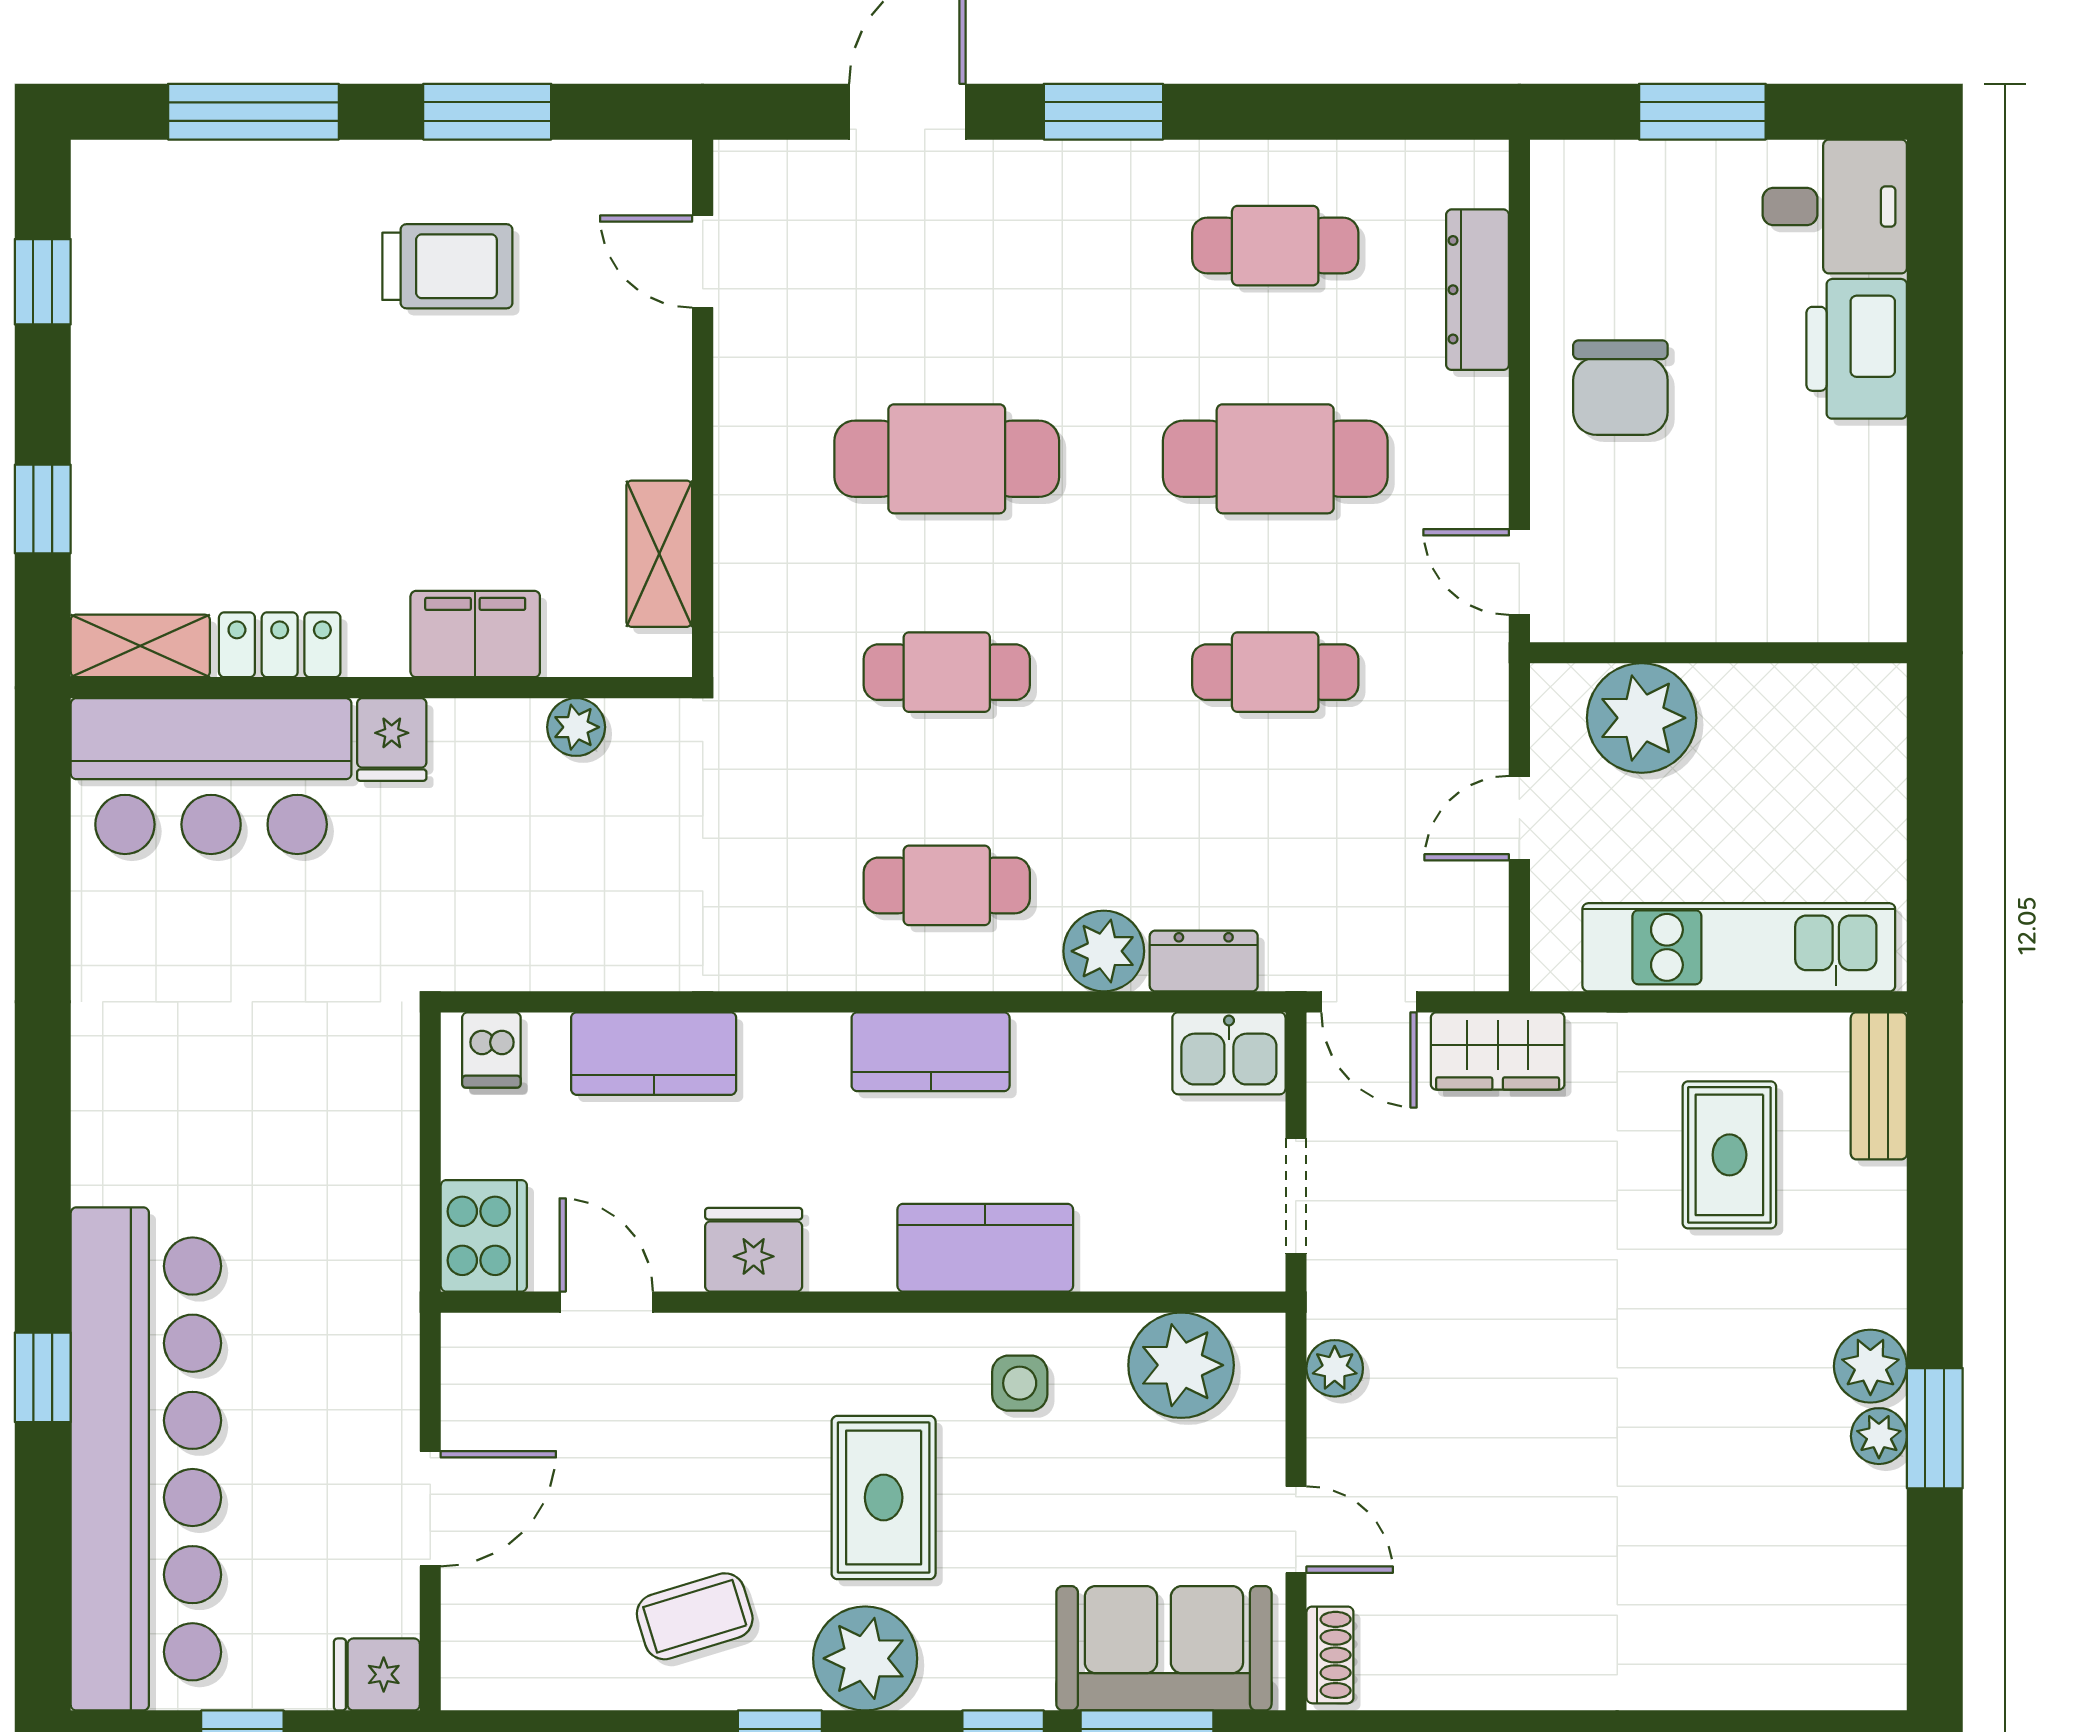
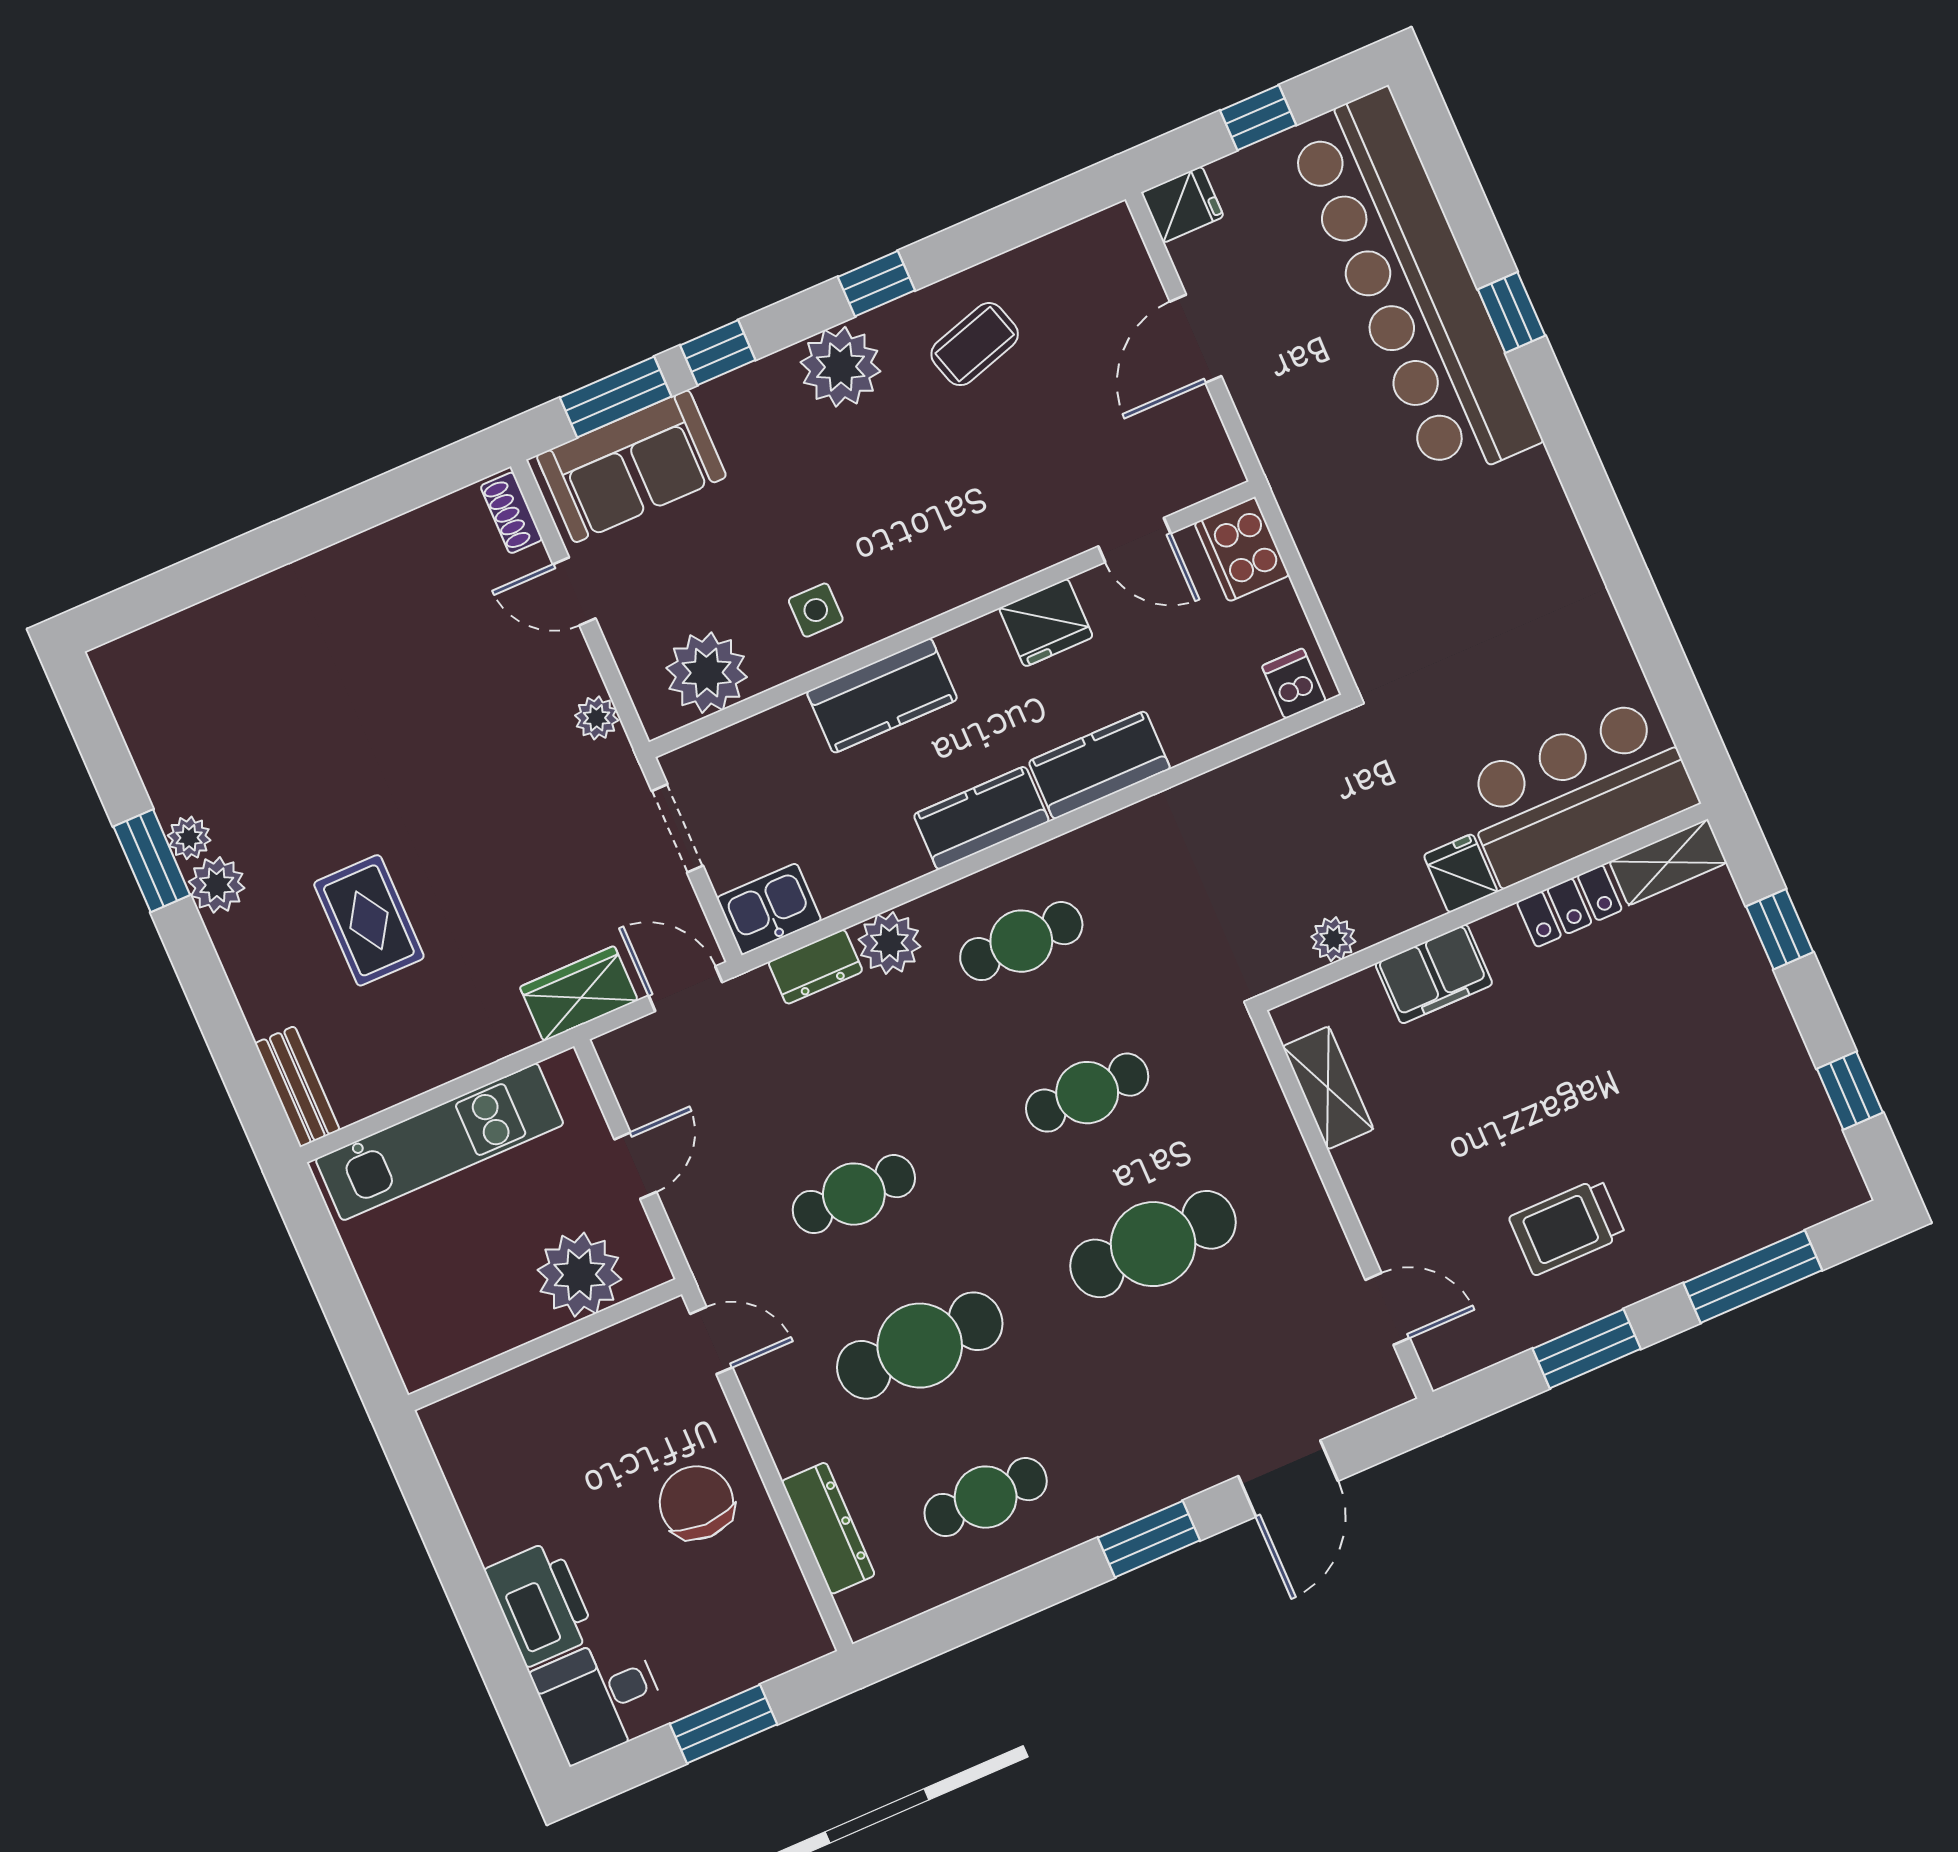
kitchen counter: (654, 1054) -> (1099, 765), moved
rug: (1729, 1155) -> (369, 920), moved
rug: (884, 1497) -> (877, 487), removed

